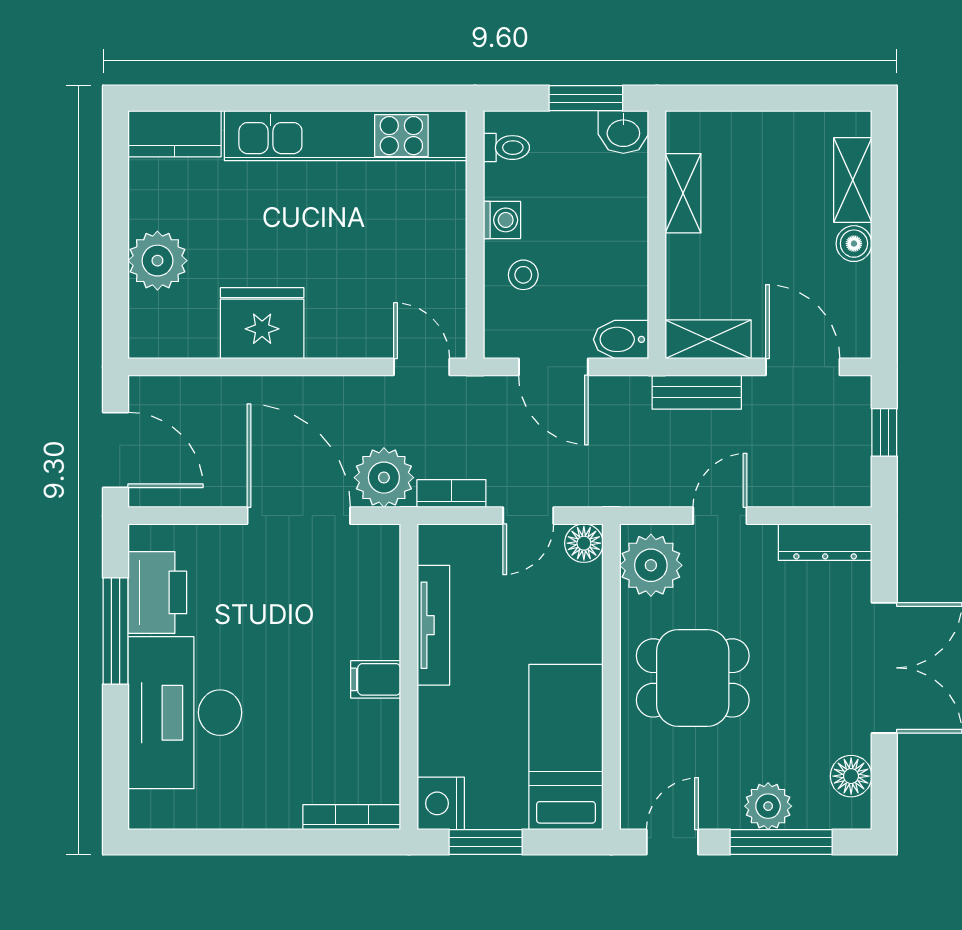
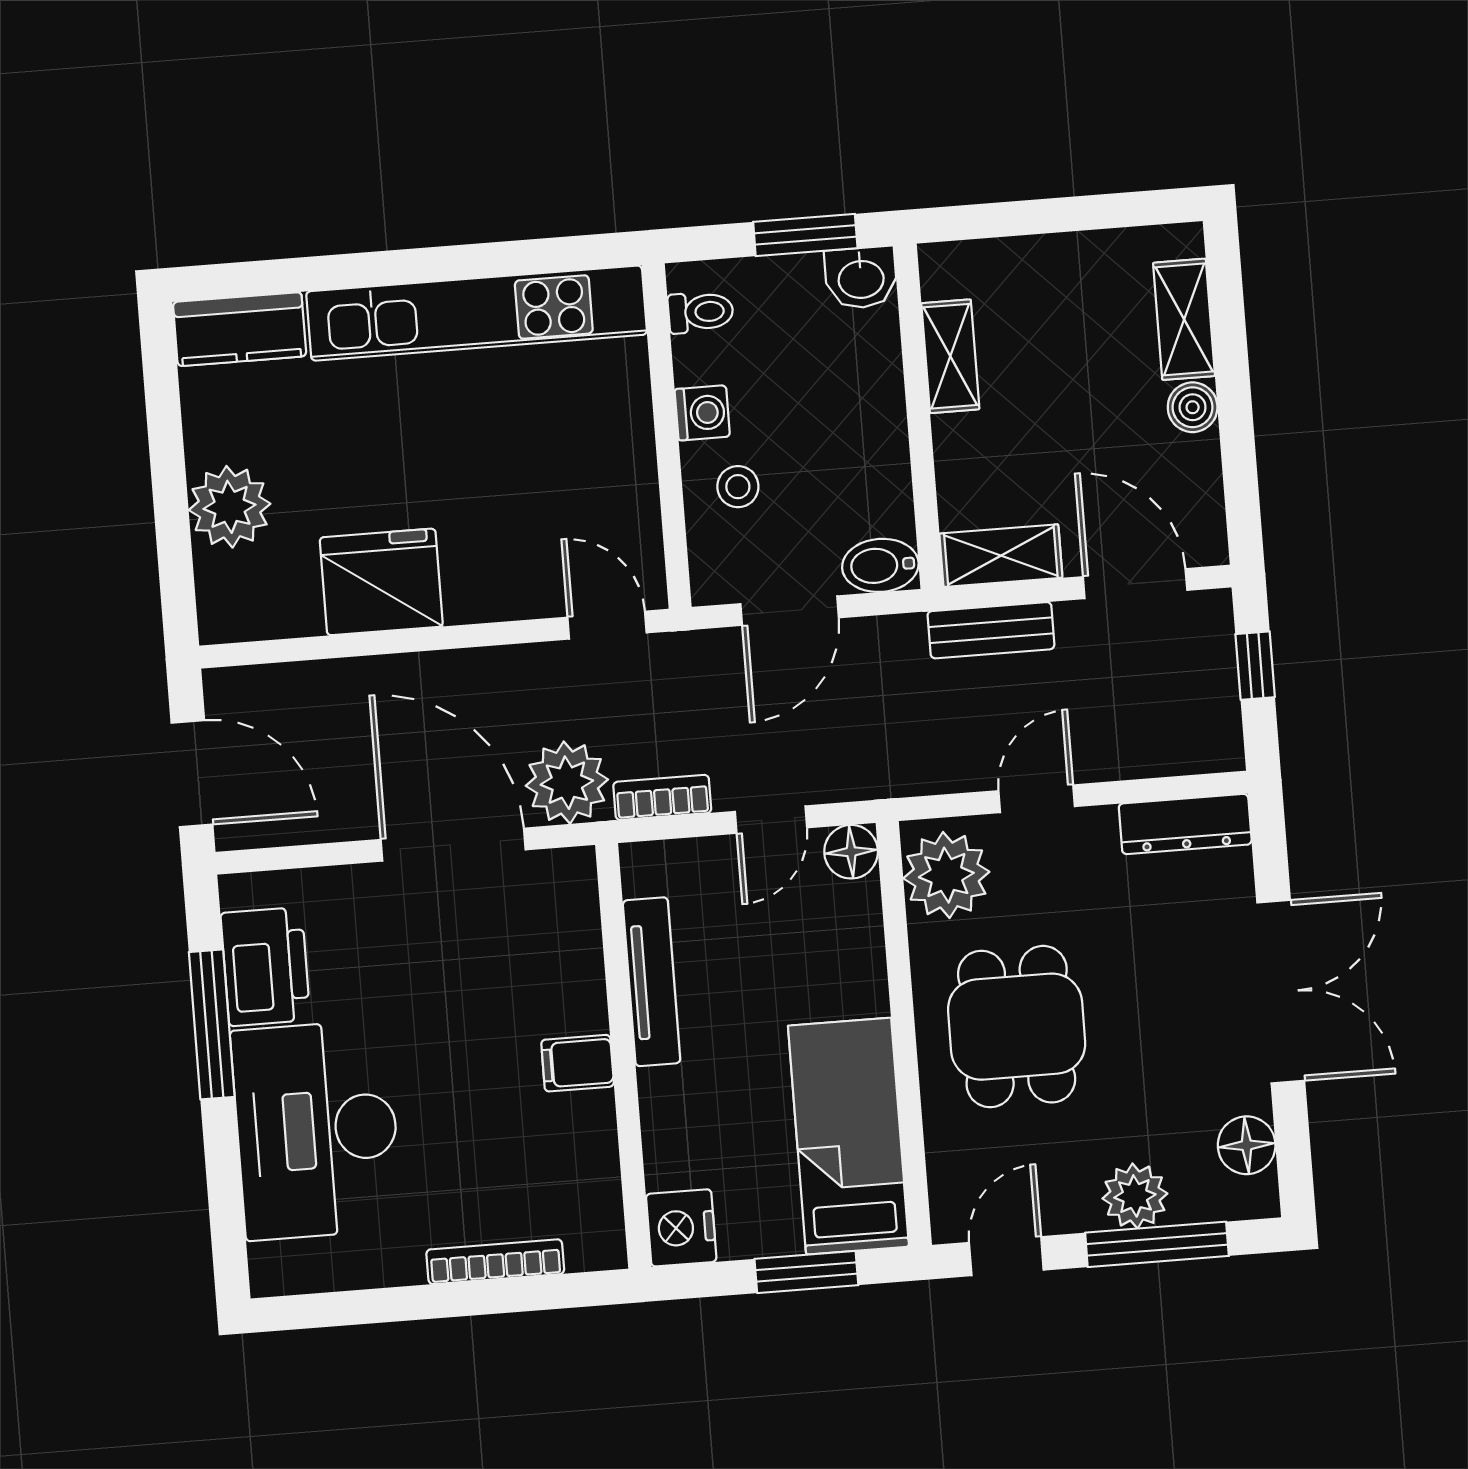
door: (553, 367) -> (790, 611), hinge flipped
dining table: (693, 678) -> (1017, 1027), turned 90
bookcase: (352, 817) -> (495, 1262), moved
window: (486, 842) -> (806, 1272), moved

